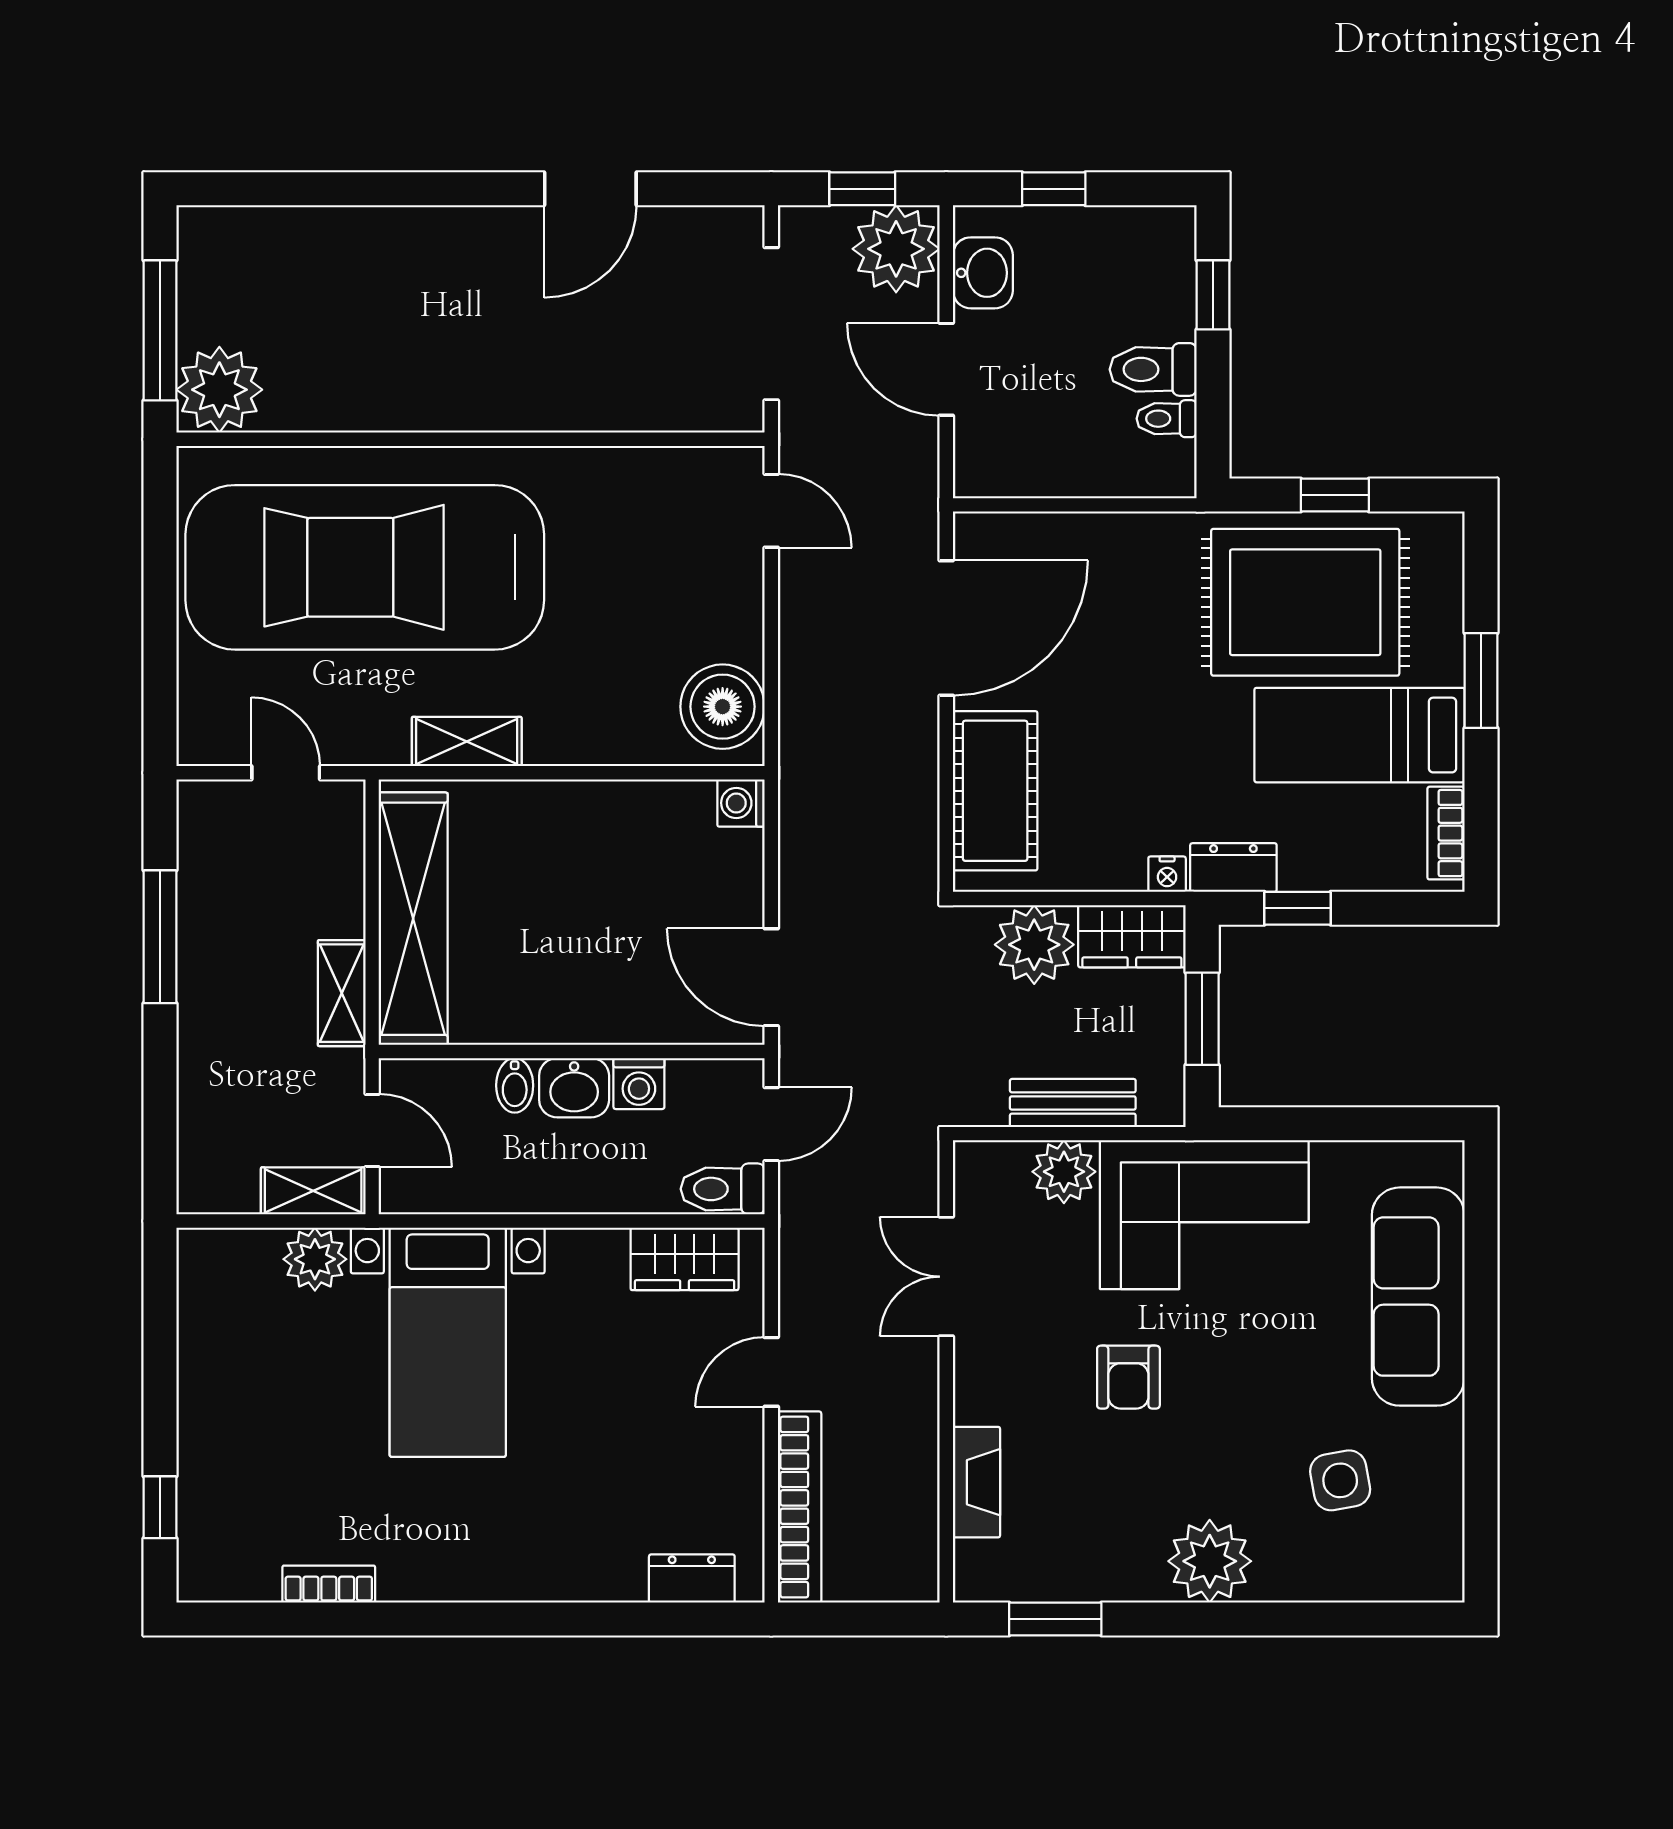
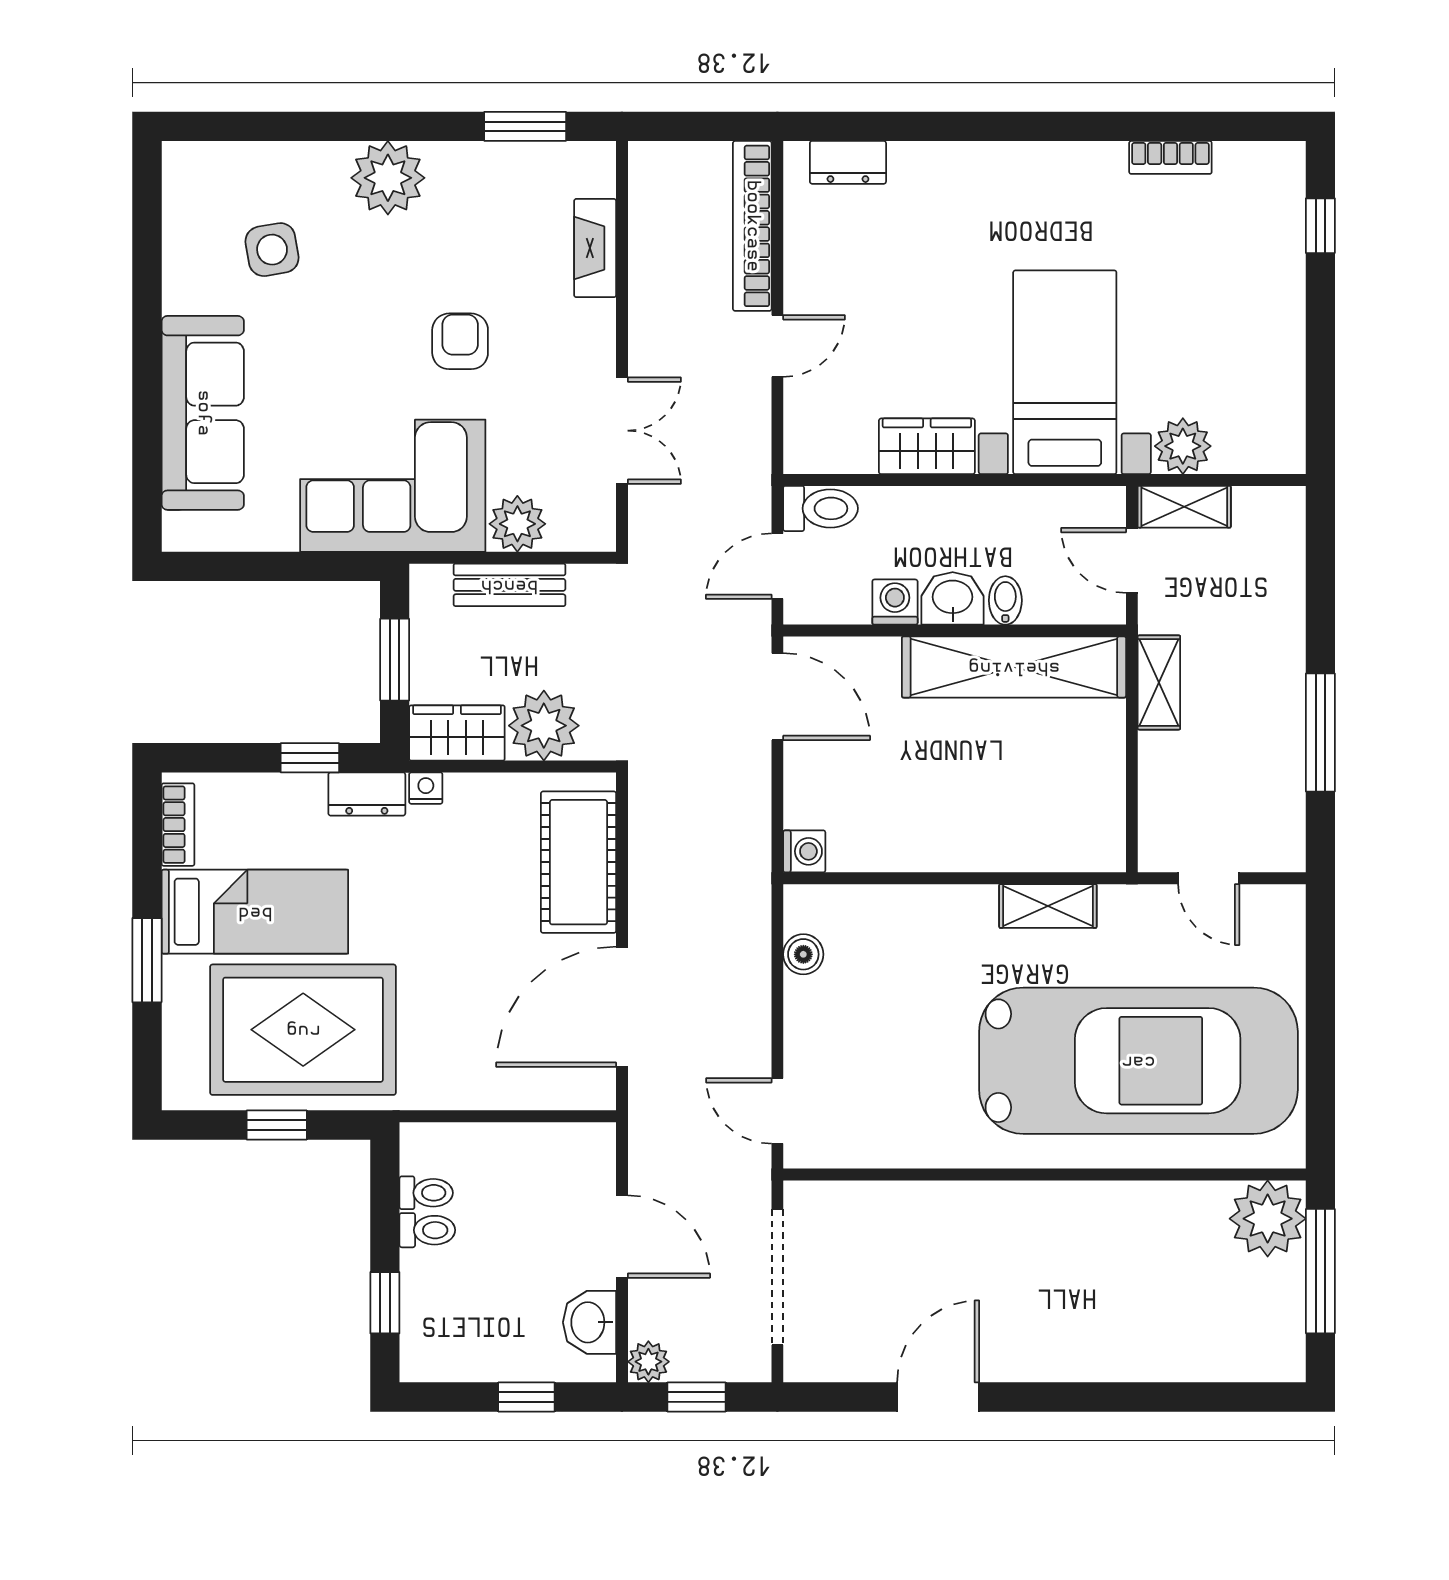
plant: (896, 249) -> (648, 1362), width x0.53, depth x0.53
toilet: (1153, 369) -> (427, 1230), width x0.73, depth x0.72
boiler: (723, 707) -> (803, 954), width x0.54, depth x0.54
shelving: (413, 919) -> (1014, 667), moved, turned 90
wardrobe: (685, 1259) -> (927, 446), moved

